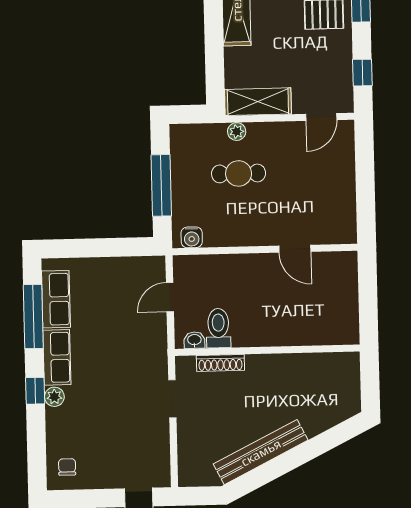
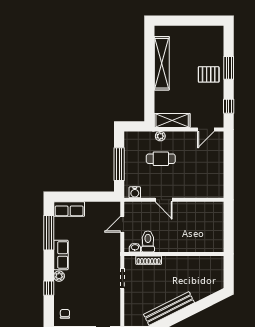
door: (295, 249) -> (164, 200), moved
row of seats: (56, 299) -> (69, 209), moved, turned 90
window: (35, 391) -> (49, 288), moved

